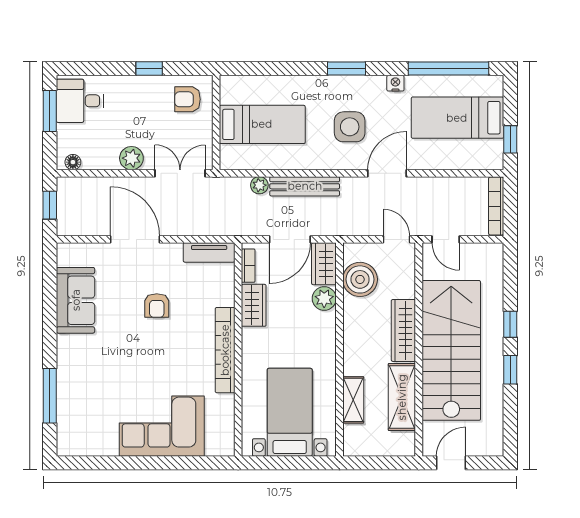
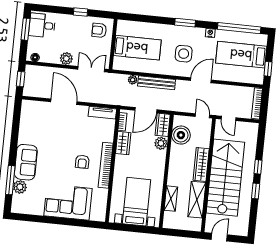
sofa: (76, 300) -> (26, 162), moved
armchair: (157, 305) -> (82, 162), moved
plant: (69, 407) -> (20, 187), added

